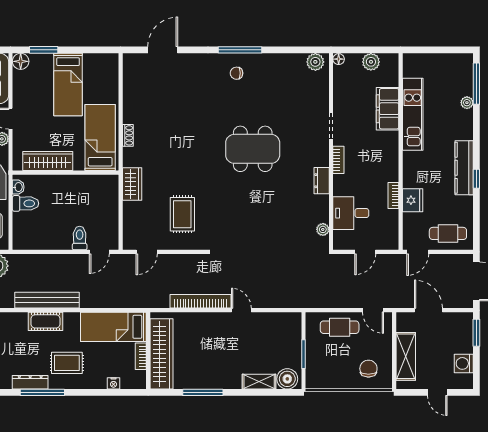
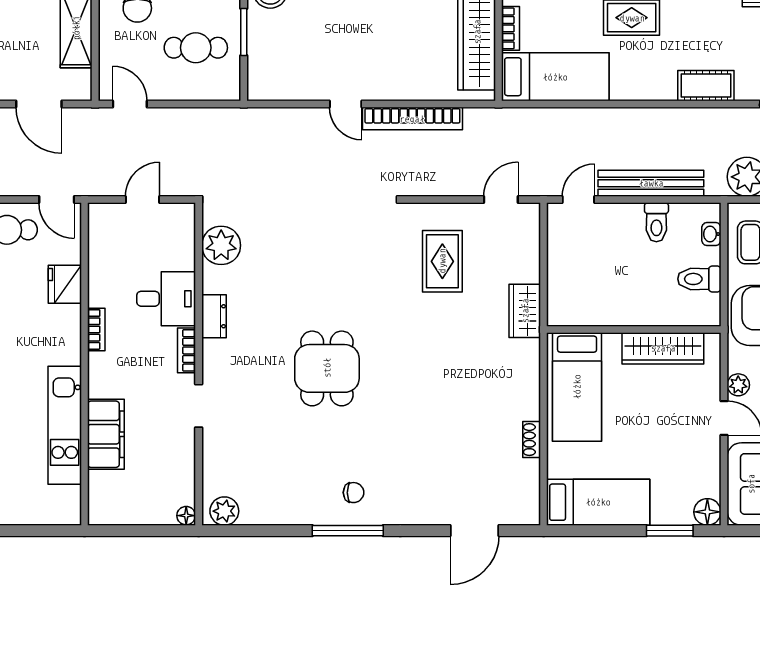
plant: (371, 62) -> (133, 511), removed
bed: (68, 85) -> (598, 502), moved, turned 90
shoe rack: (128, 135) -> (532, 440), moved
dining table: (253, 149) -> (327, 368), width x0.73
washbasin: (18, 187) -> (711, 234), moved
bookcase: (393, 196) -> (96, 329), moved
desk: (351, 213) -> (166, 299), moved
plant: (323, 229) -> (221, 245), width x1.88, depth x1.88
toilet: (80, 238) -> (656, 222), moved
door: (418, 252) -> (57, 200), swing flipped
bench: (47, 300) -> (651, 183), moved
cot: (46, 321) -> (706, 86), moved
cafe table: (340, 327) -> (196, 48), moved

